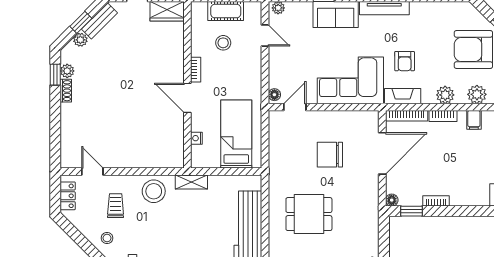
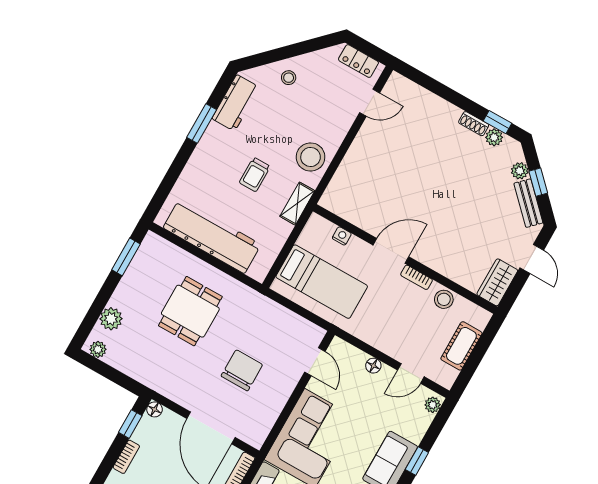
stool: (223, 43) -> (444, 299), moved
floor lamp: (274, 95) -> (373, 366), moved
trolley: (116, 206) -> (255, 175), moved, turned 90

